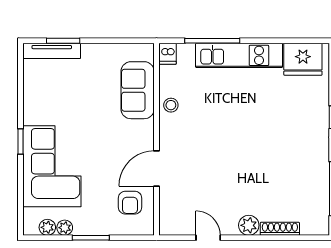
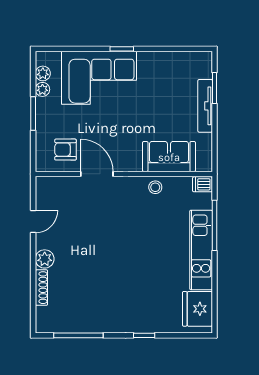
tv unit: (52, 51) -> (205, 106), moved

